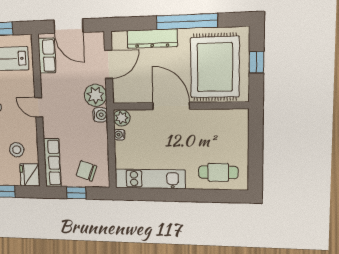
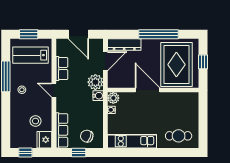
dresser: (152, 39) -> (124, 44), moved
row of seats: (47, 56) -> (62, 68), moved

